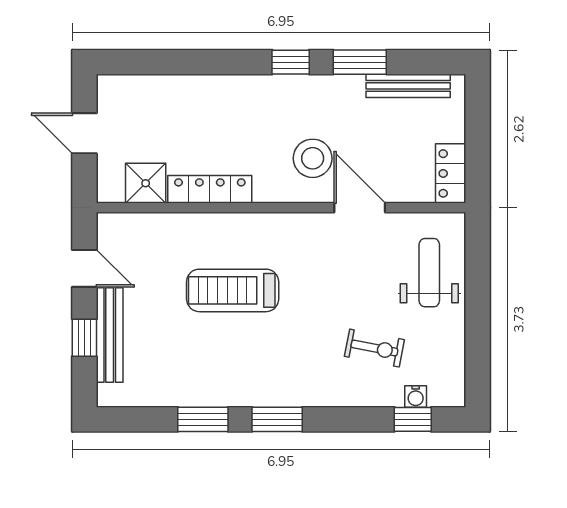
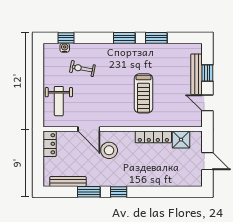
treadmill: (233, 290) -> (143, 93), turned 90

